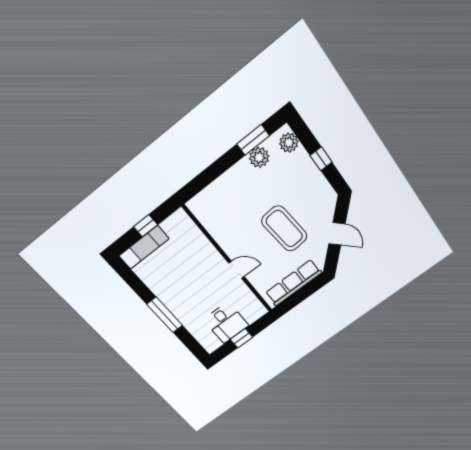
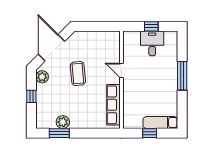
plant: (289, 143) -> (42, 77), moved
coffee table: (284, 229) -> (78, 73), width x0.73, depth x0.76
door: (337, 234) -> (52, 48), width x1.88
row of seats: (293, 283) -> (113, 105), moved, turned 90

